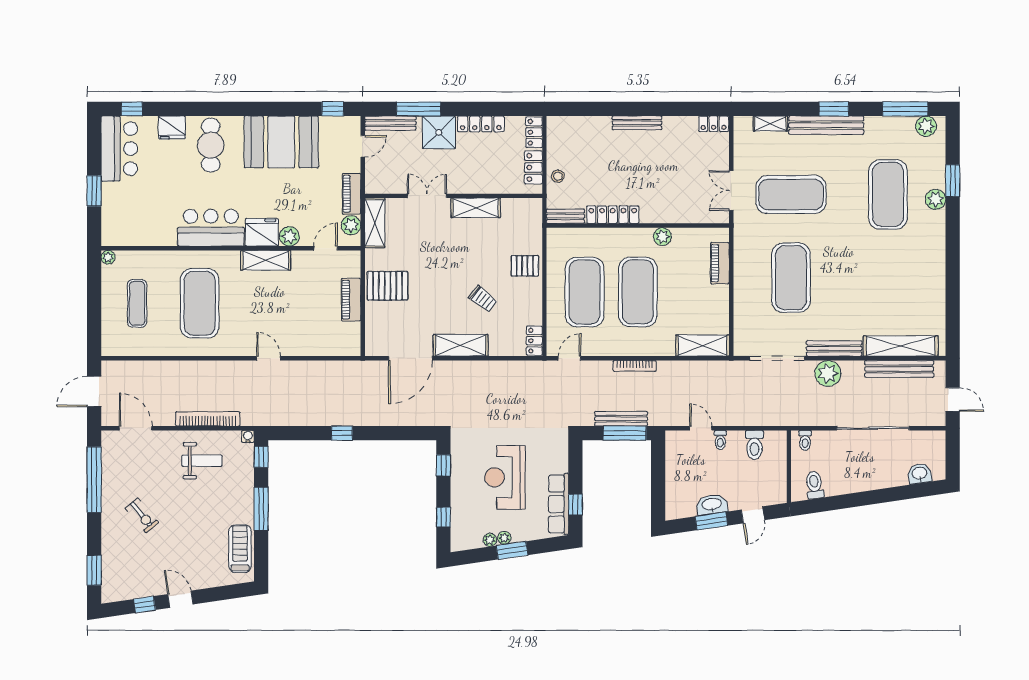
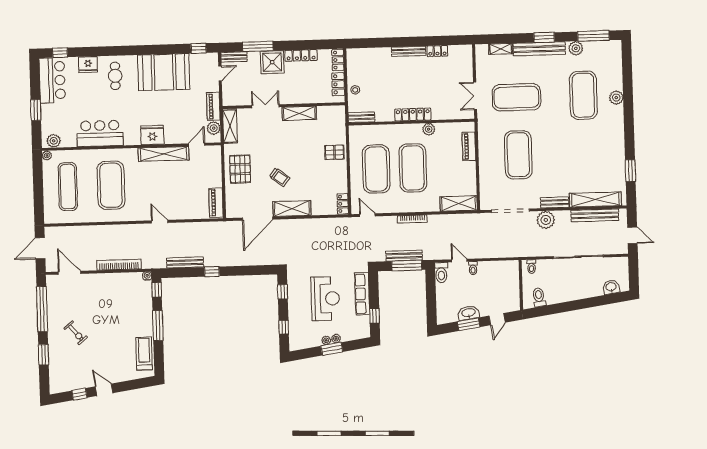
bench: (390, 123) -> (234, 57), width x0.73
locker: (714, 124) -> (437, 51), moved
plant: (926, 126) -> (576, 48), moved
cafe table: (211, 145) -> (115, 76), width x0.73, depth x0.74
window: (953, 181) -> (630, 171), moved
locker: (613, 215) -> (413, 115), moved
bar counter: (211, 228) -> (100, 133), moved
plant: (289, 236) -> (54, 141), moved
shelving: (266, 260) -> (164, 154), width x1.47
pallet: (388, 286) -> (240, 169), turned 90
trolley: (483, 299) -> (280, 177), moved
piano: (351, 300) -> (216, 203), moved
exercise mat: (137, 303) -> (68, 187), width x1.36, depth x1.45
bench: (834, 348) -> (555, 202), width x0.73
door: (570, 358) -> (367, 215), hinge flipped
bench: (304, 419) -> (185, 262), added
toilet: (754, 445) -> (441, 273), moved
weight bench: (202, 461) -> (116, 294), removed
reception desk: (505, 477) -> (325, 299), turned 180
row of seats: (559, 504) -> (362, 294), moved
plant: (490, 540) -> (336, 339), moved
window: (94, 570) -> (43, 355), moved

